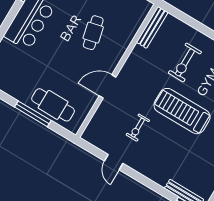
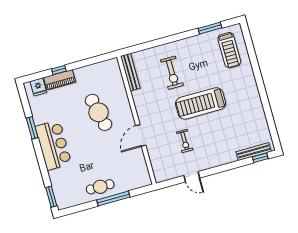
cafe table: (93, 33) -> (99, 112), width x1.37, depth x1.35
cafe table: (53, 105) -> (100, 187), moved, width x0.73, depth x0.74

